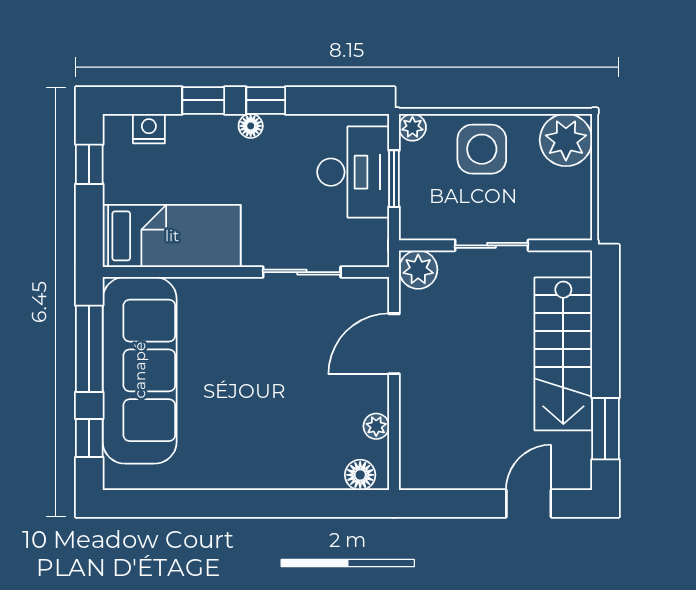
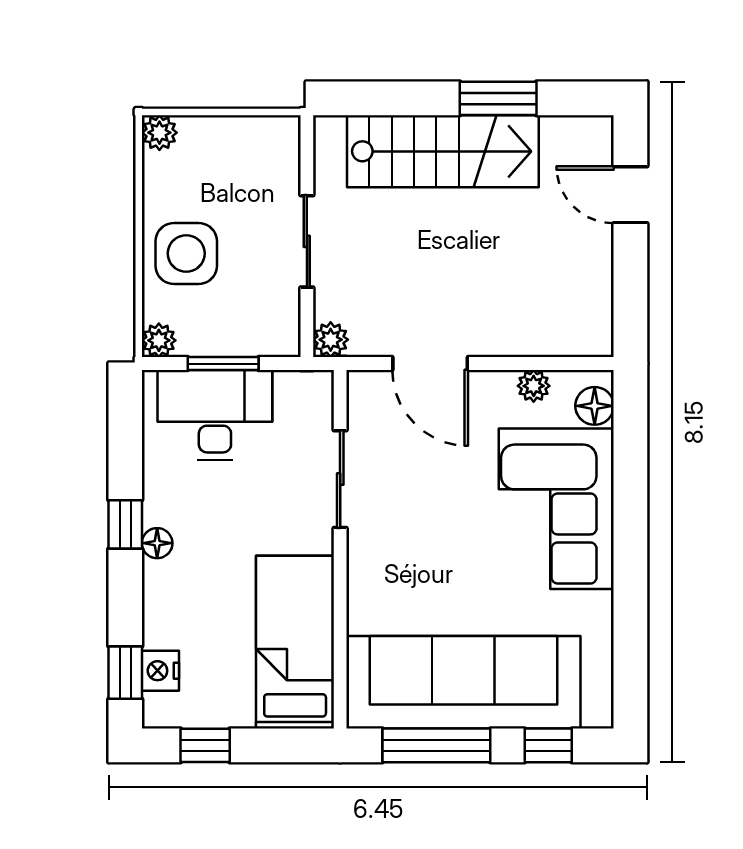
window: (203, 100) -> (125, 673), moved
plant: (566, 140) -> (159, 133), width x0.53, depth x0.53
plant: (418, 270) -> (331, 340), width x0.73, depth x0.73
window: (605, 429) -> (498, 98), moved
corner sofa: (278, 444) -> (556, 509), added

